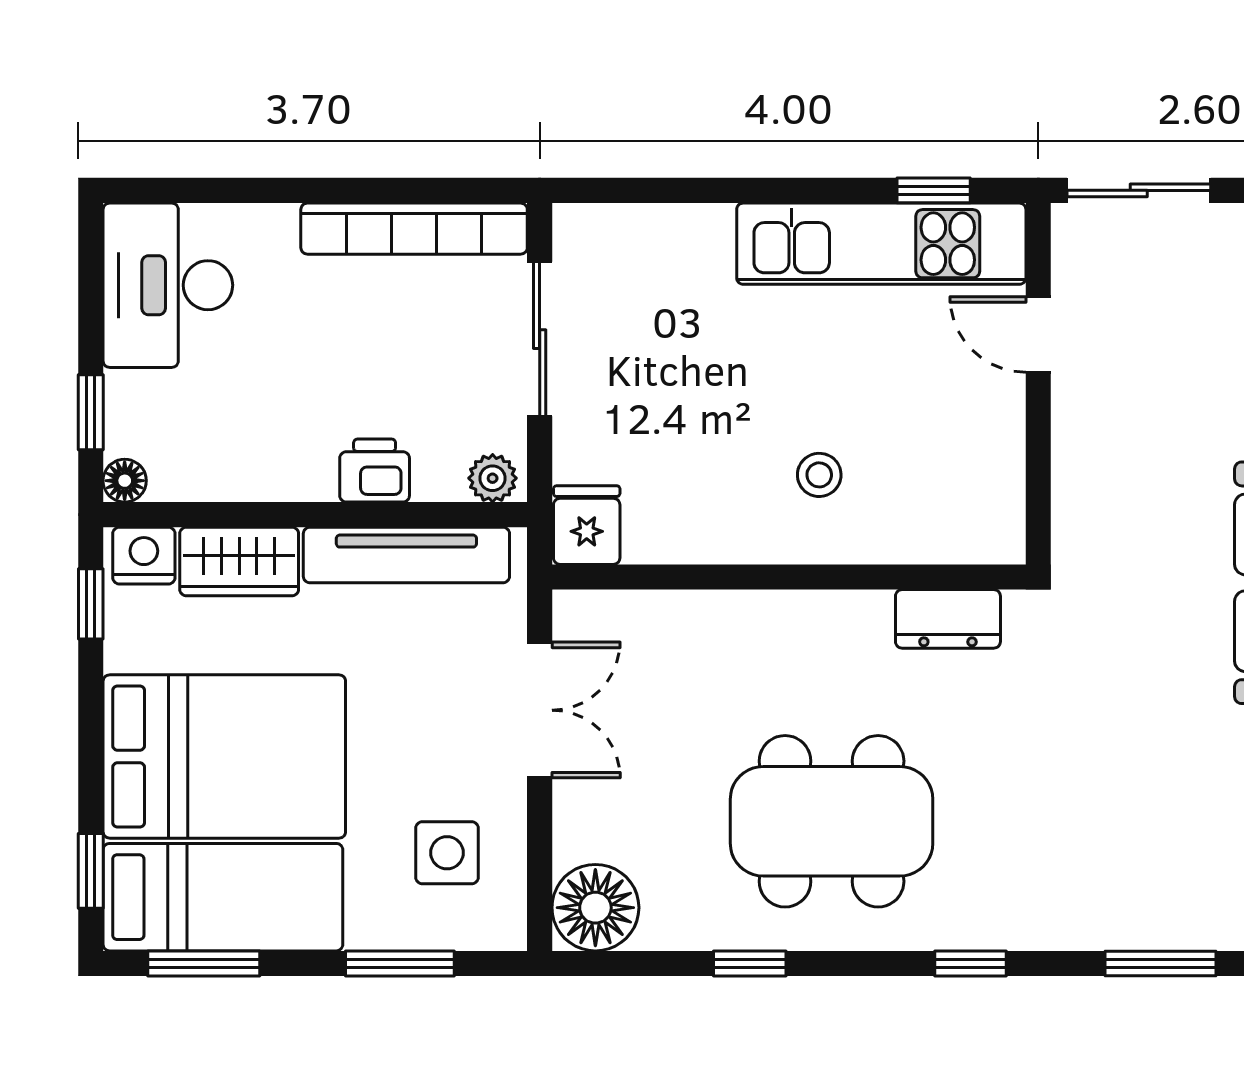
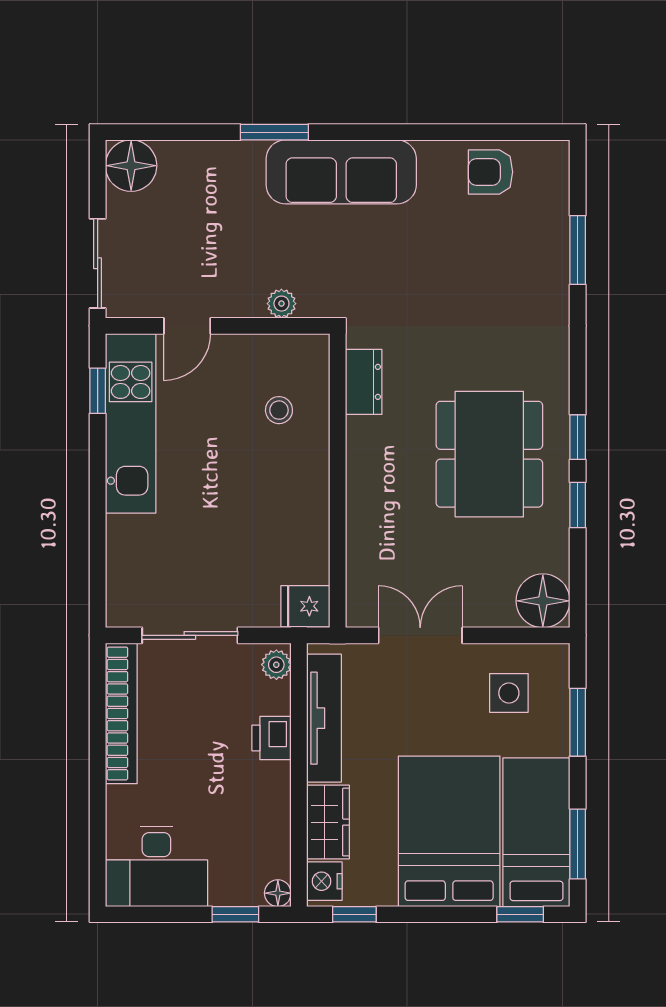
stool: (819, 475) -> (279, 410), moved
plant: (1074, 487) -> (281, 304), added
window: (970, 963) -> (578, 437), moved

